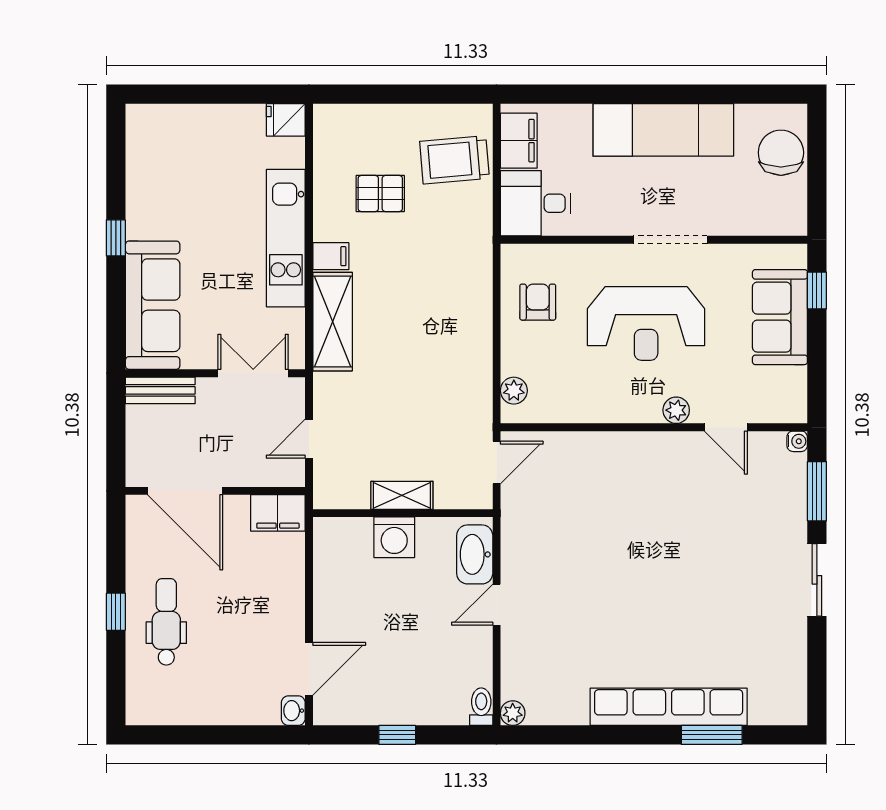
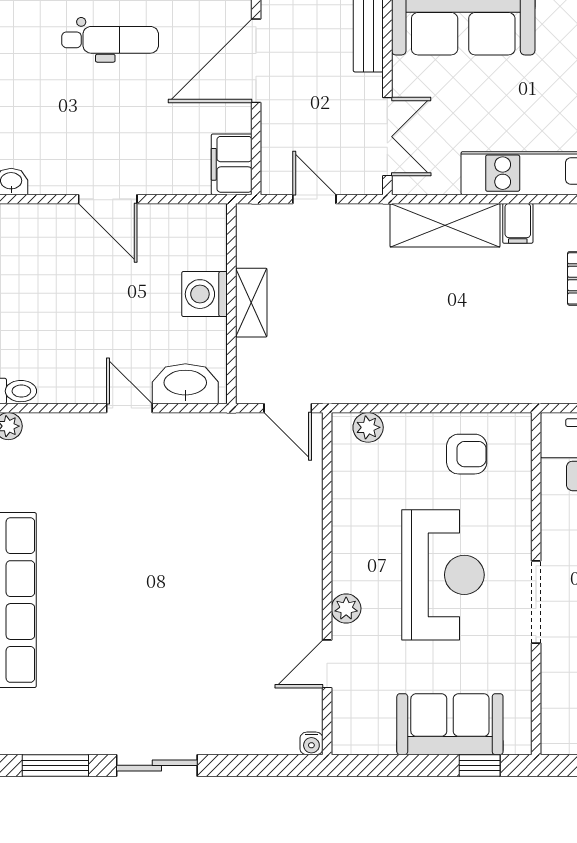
reception desk: (646, 323) -> (443, 575), turned 180
window: (817, 491) -> (55, 765), moved
door: (309, 669) -> (108, 199), moved

